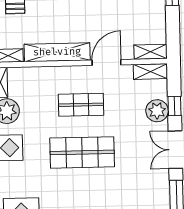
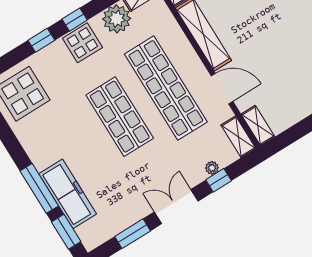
shop shelf: (81, 105) -> (166, 88), width x2.00, depth x1.36
plant: (157, 111) -> (212, 168), width x0.53, depth x0.53

